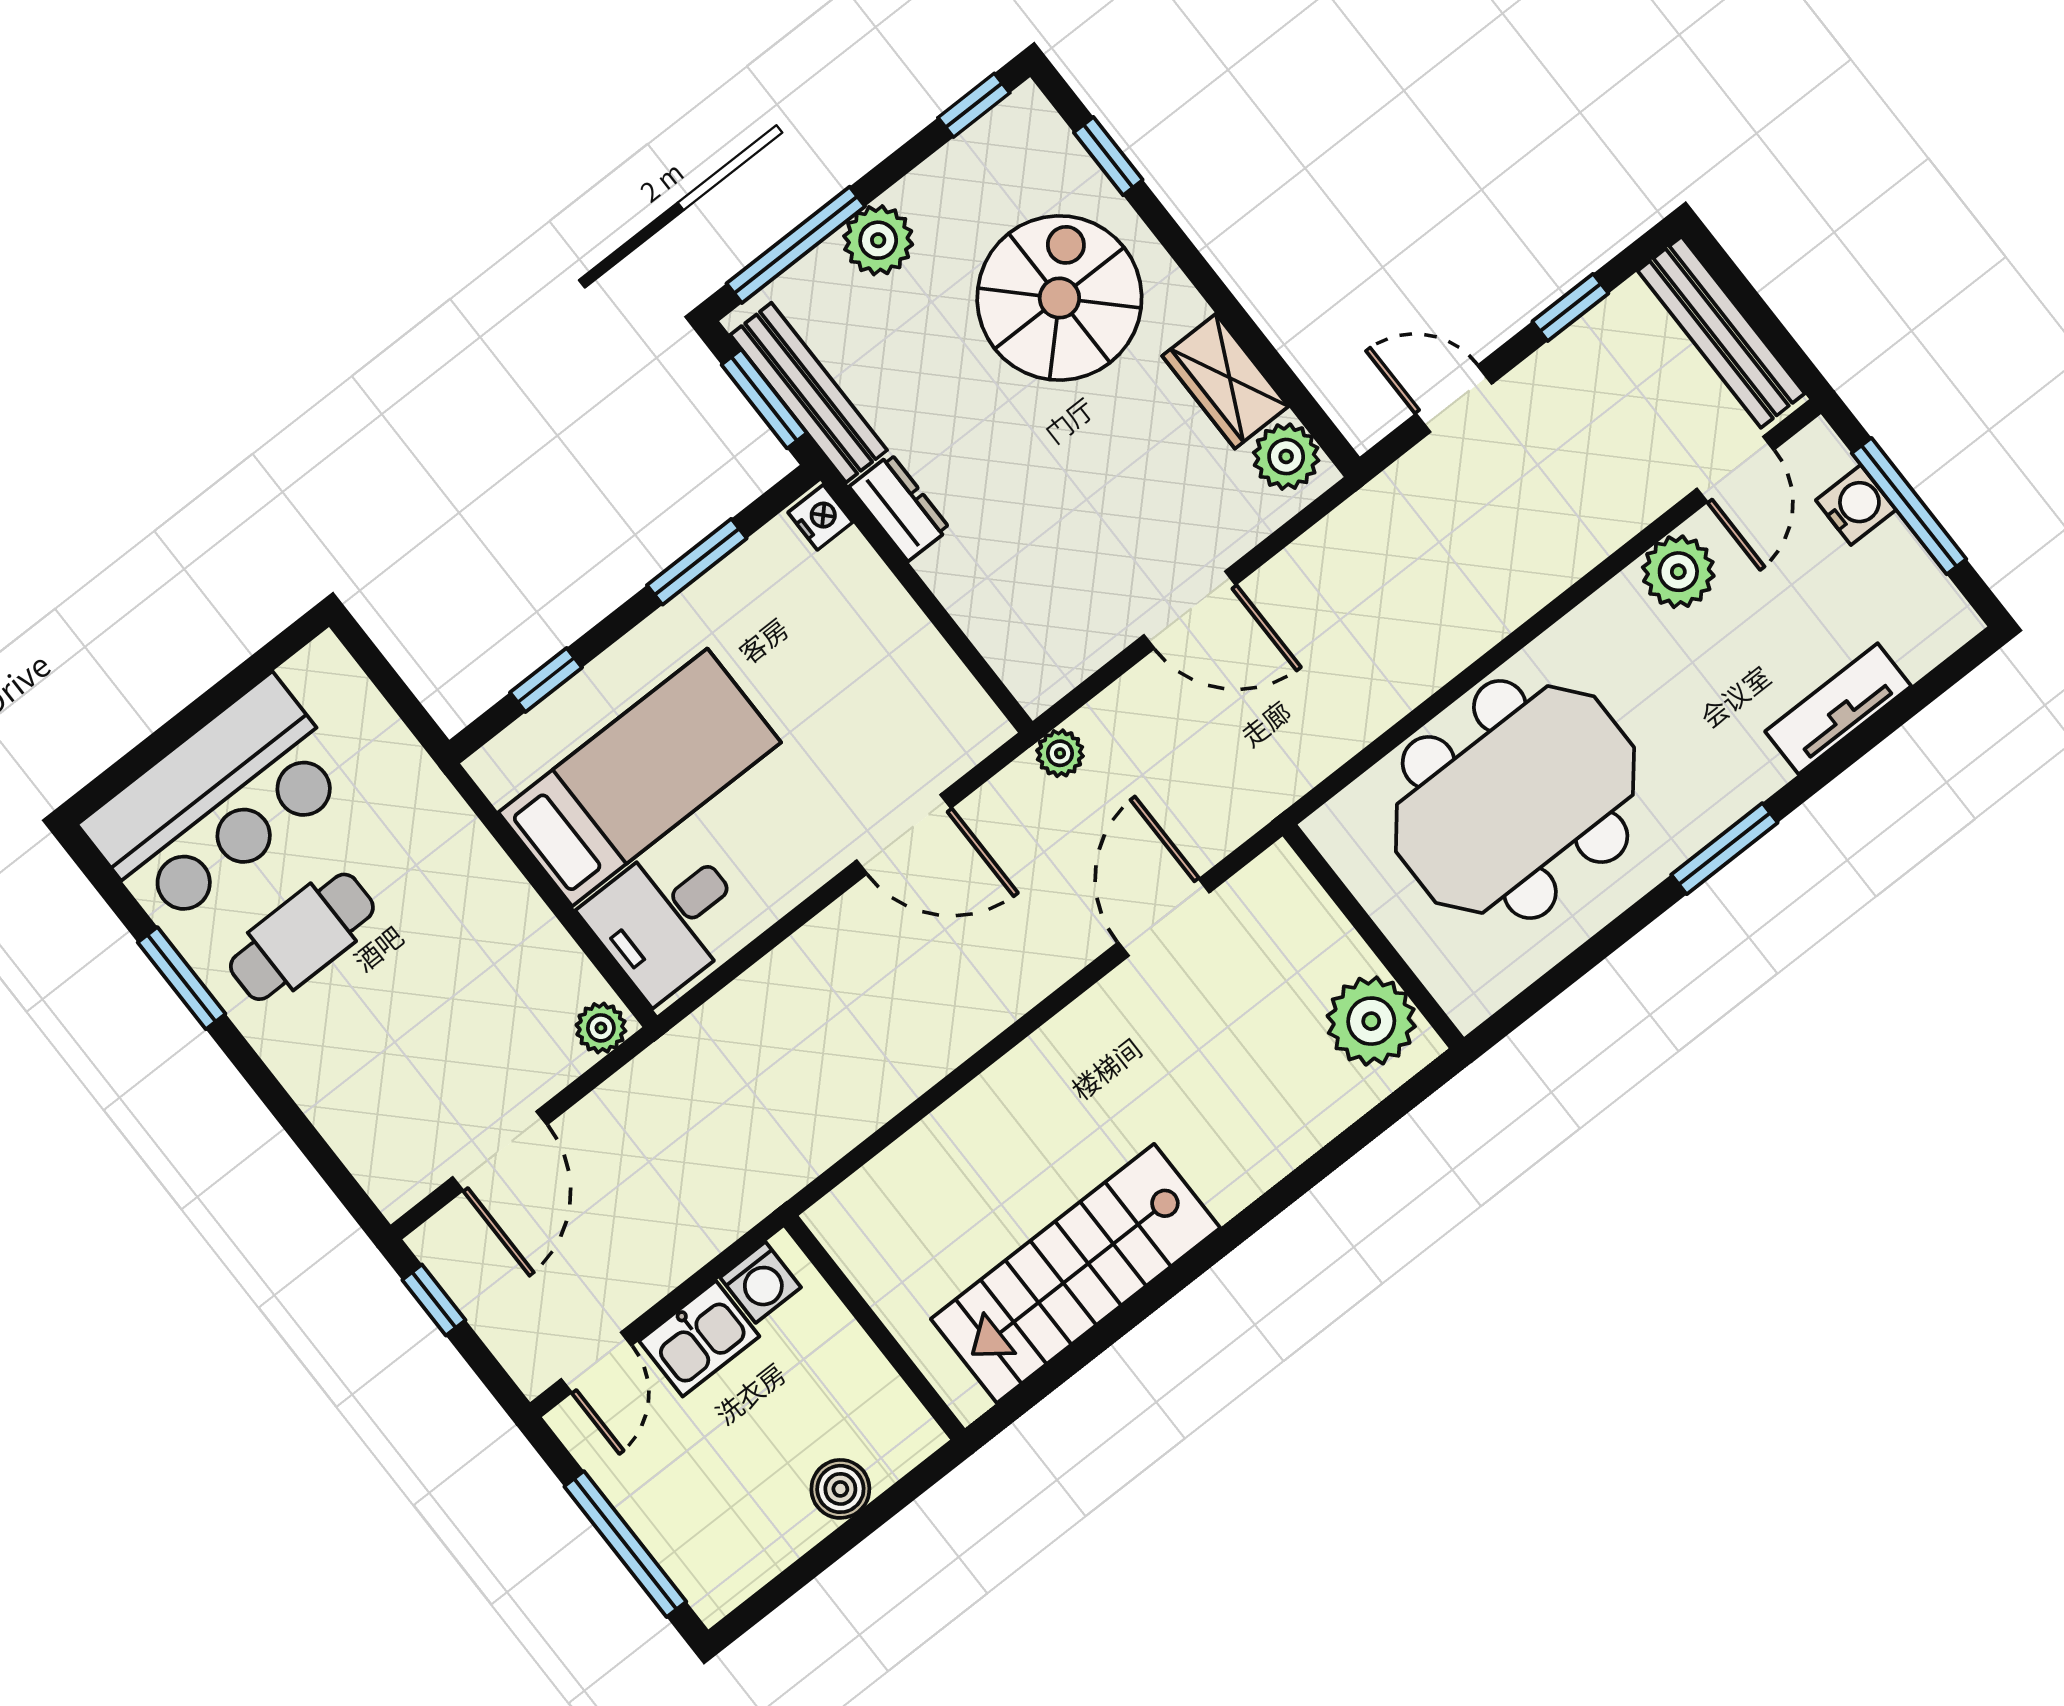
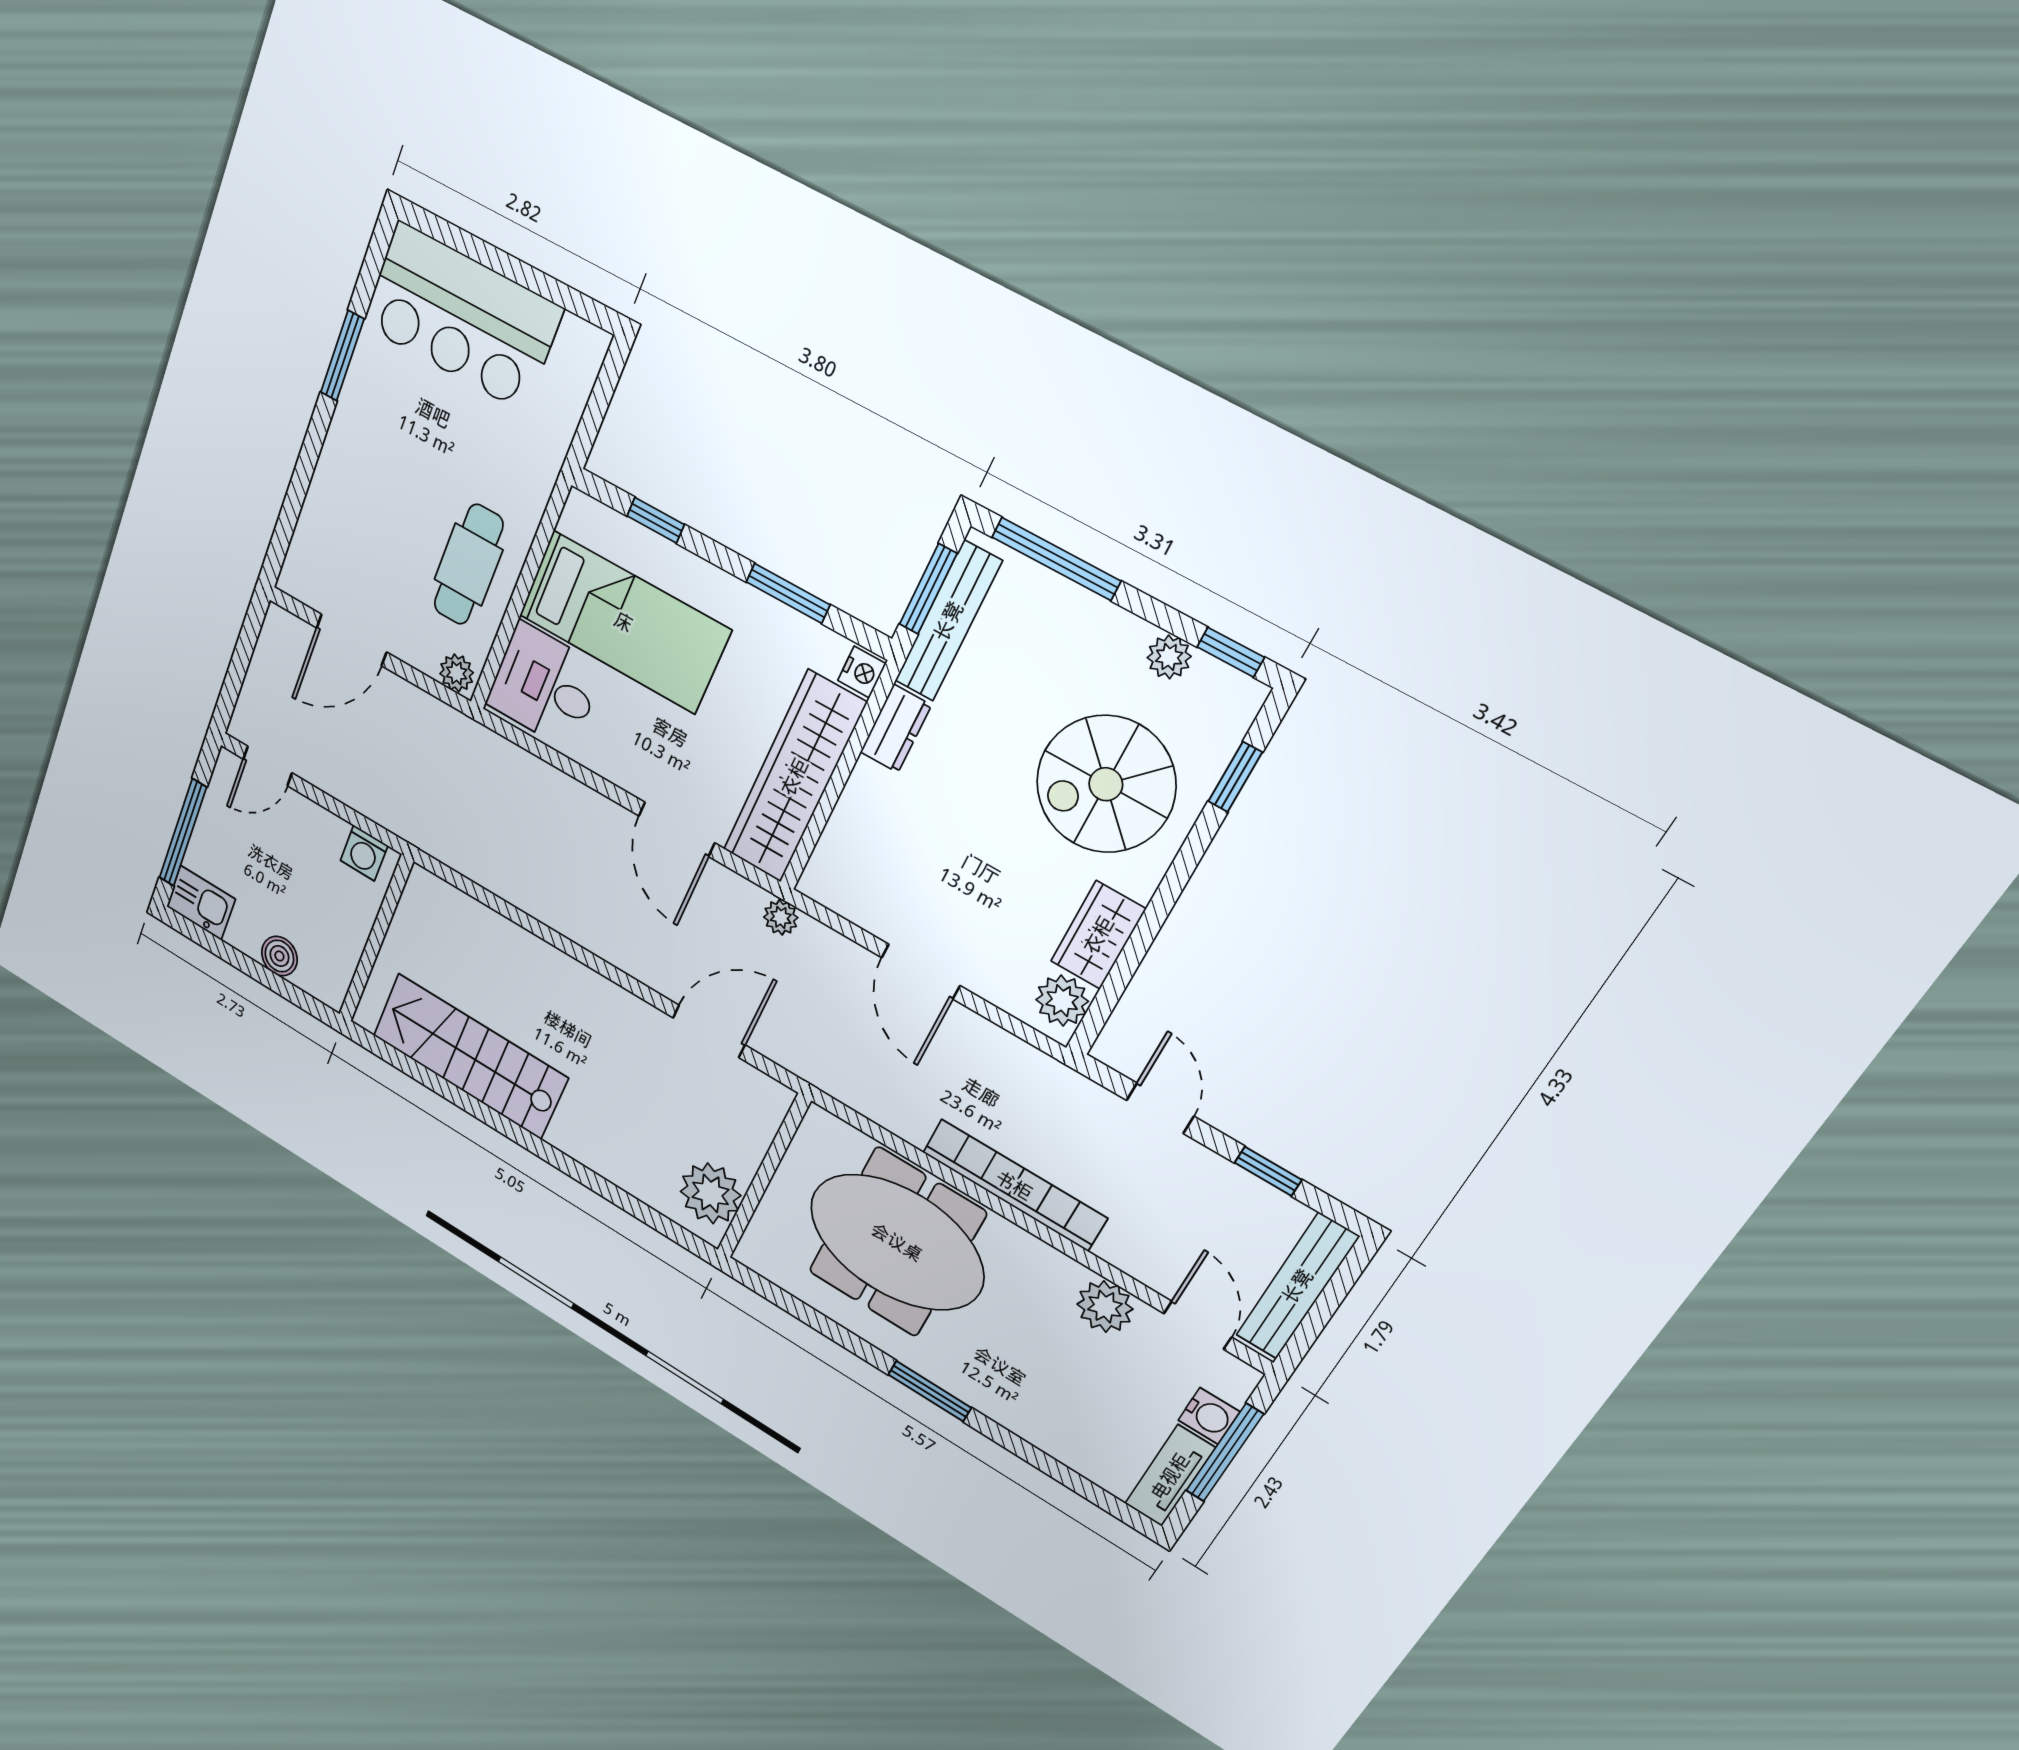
plant: (878, 240) -> (1169, 657), moved, width x0.73, depth x0.73
spiral stairs: (1059, 298) -> (1106, 784), turned 180
door: (1735, 469) -> (1198, 1325), swing flipped
bookcase: (1490, 615) -> (1014, 1185), added
wardrobe: (904, 656) -> (794, 777), added
tv unit: (1838, 709) -> (1170, 1476), moved, turned -90
cafe table: (302, 937) -> (468, 565), moved, turned 90
window: (434, 1300) -> (247, 640), removed
kitchen sink: (699, 1339) -> (201, 903), moved, turned 180

